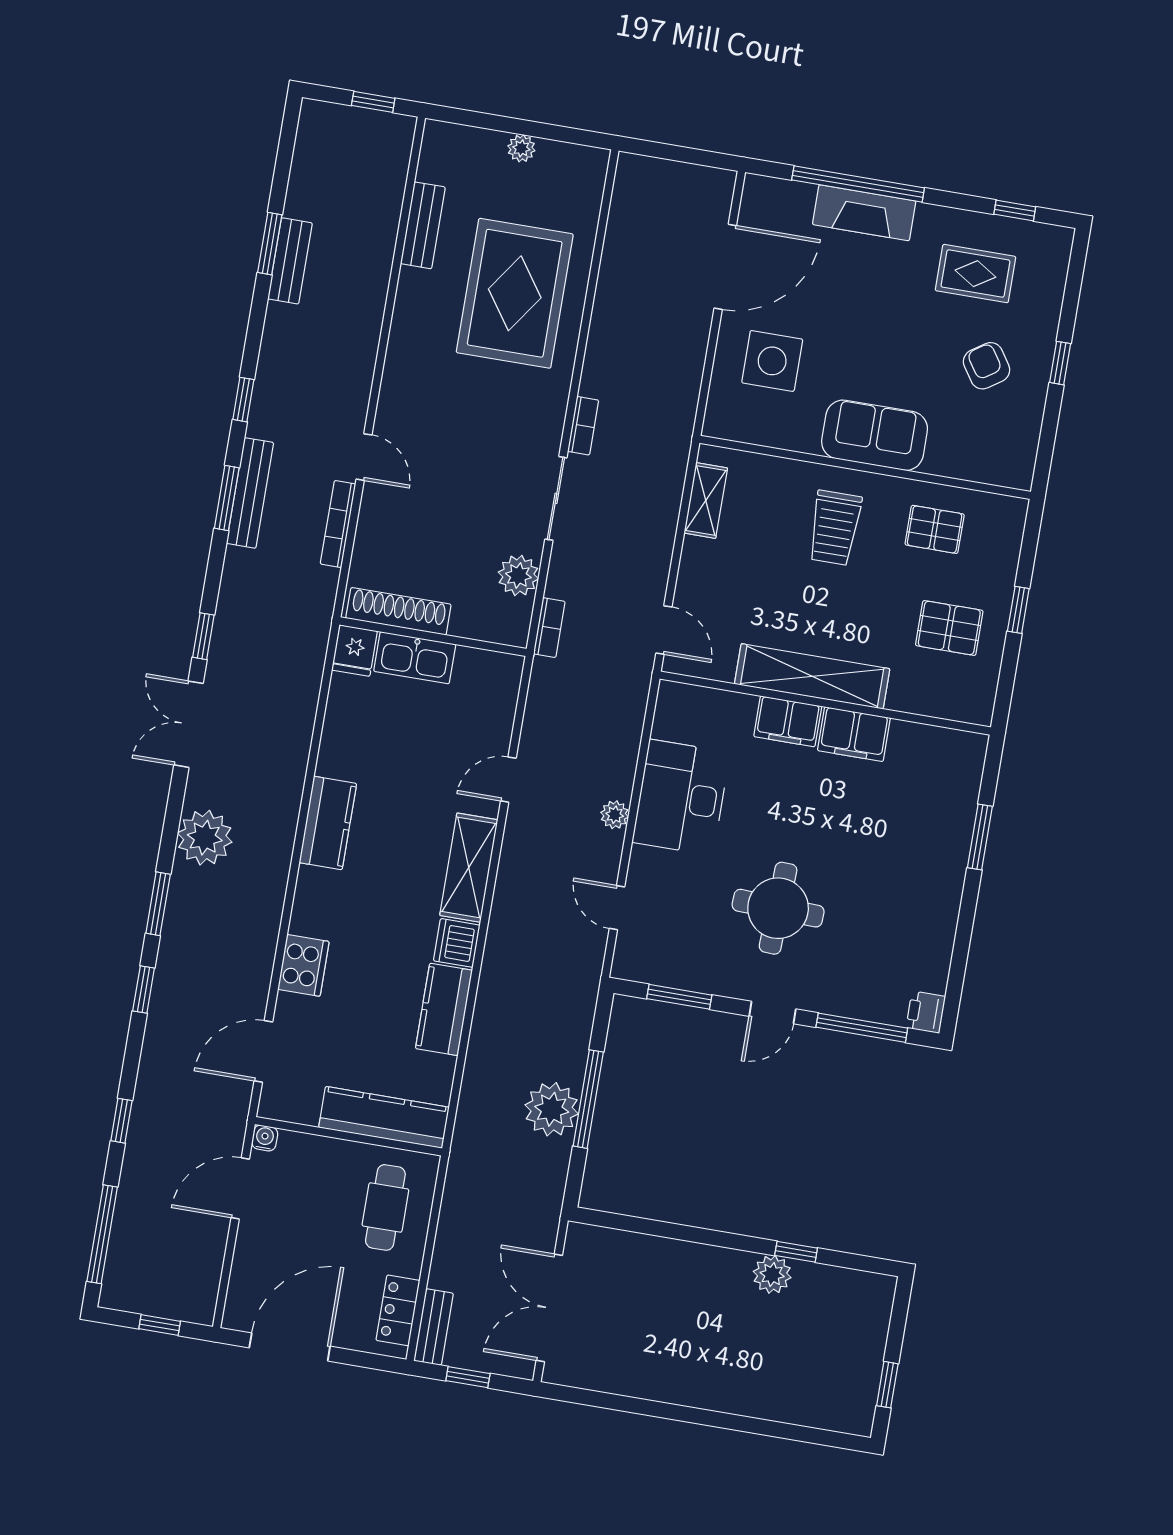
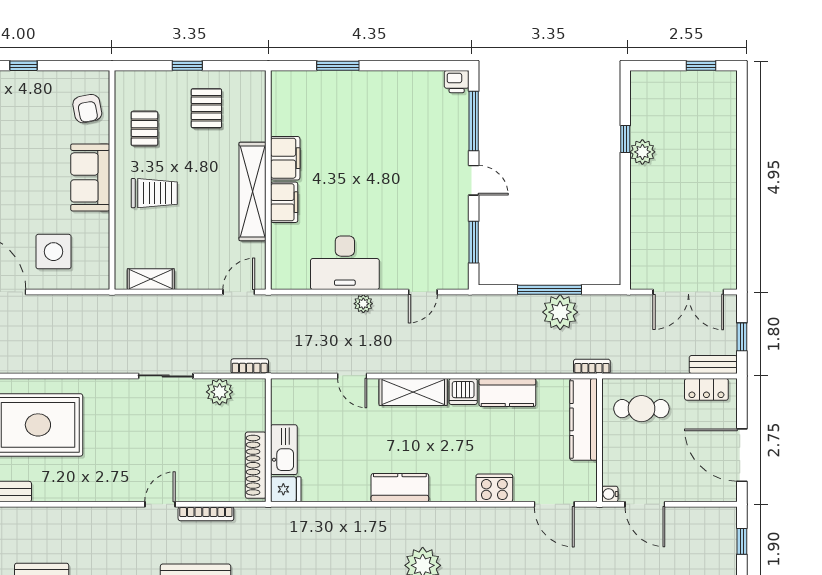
armchair: (987, 366) -> (87, 109), moved, turned -67
bookcase: (583, 426) -> (592, 366), moved
round table: (778, 908) -> (406, 188), removed

